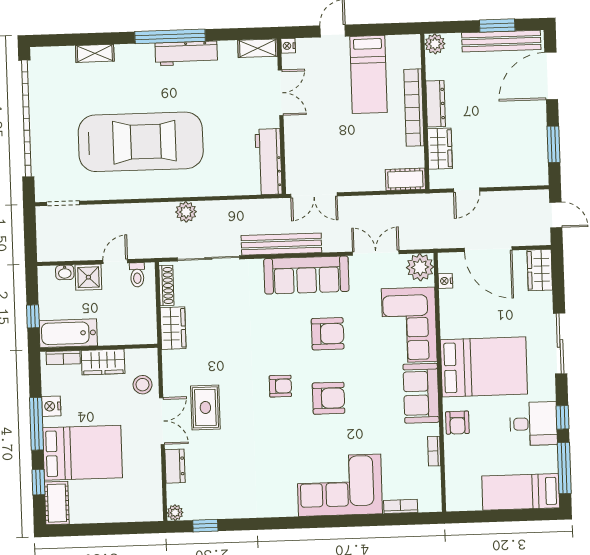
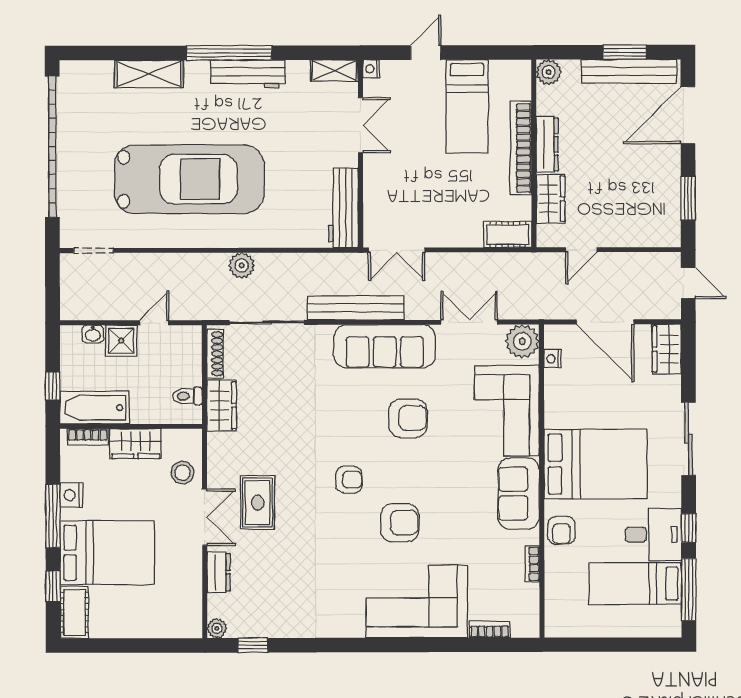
shelving: (95, 53) -> (149, 74), width x1.50, depth x1.33
toilet: (137, 275) -> (187, 396), moved, turned 90
armchair: (329, 398) -> (400, 523), moved
bed: (521, 492) -> (635, 583), moved

